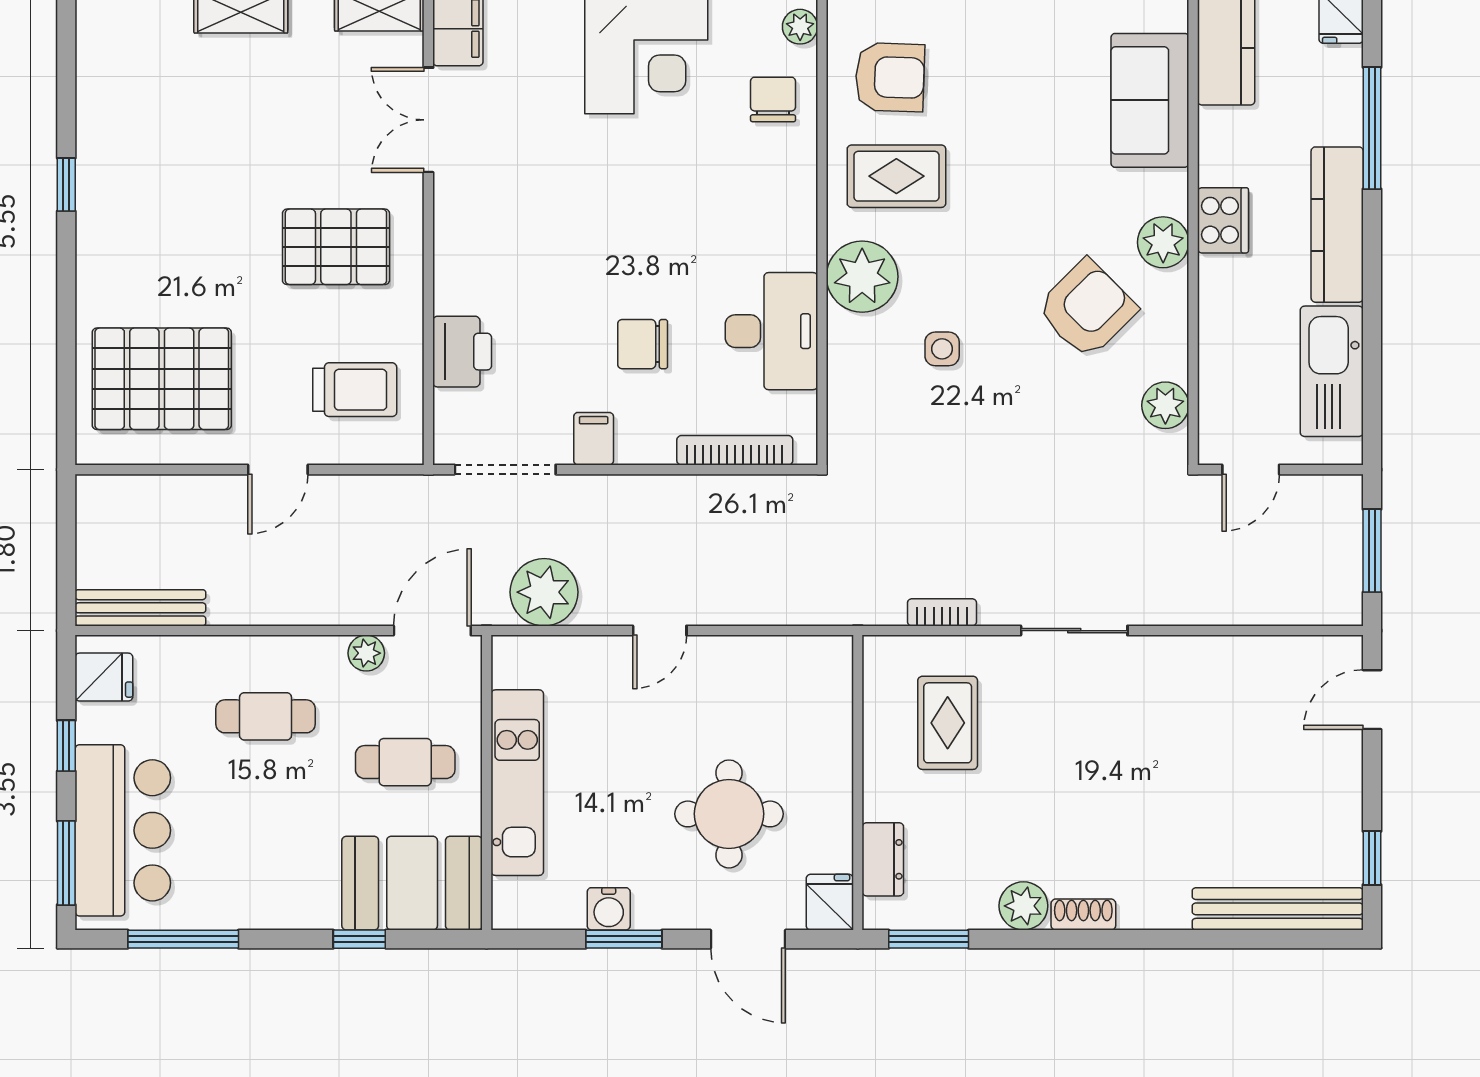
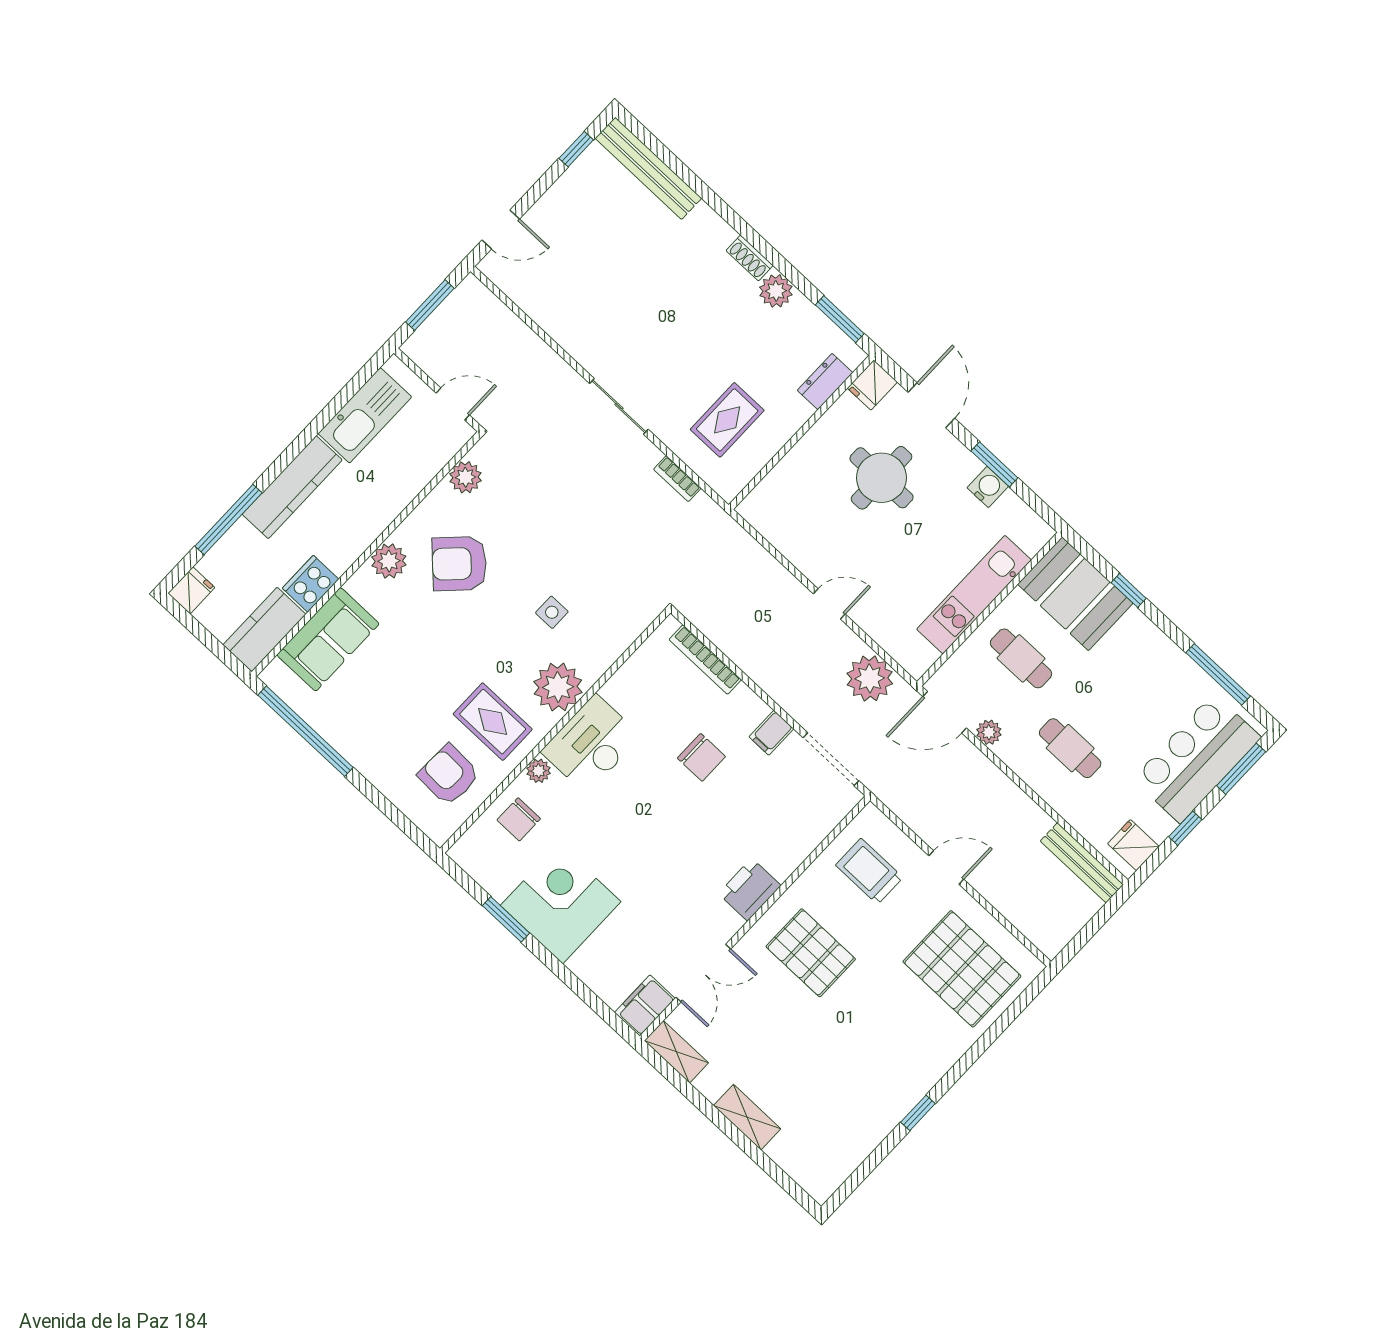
plant: (800, 27) -> (539, 771), moved
cooker: (1223, 220) -> (311, 584), moved
desk: (771, 331) -> (591, 744), moved
printer: (462, 352) -> (750, 890), moved

